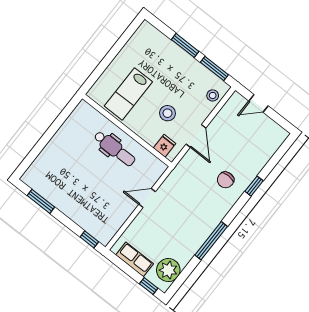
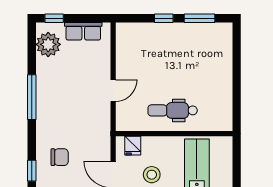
chair: (226, 180) -> (60, 157), turned 90
window: (89, 239) -> (164, 18), moved

